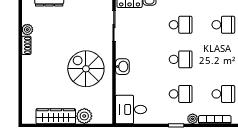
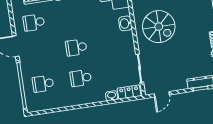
washbasin: (122, 67) -> (125, 23), moved
school desk: (181, 94) -> (72, 17), removed

